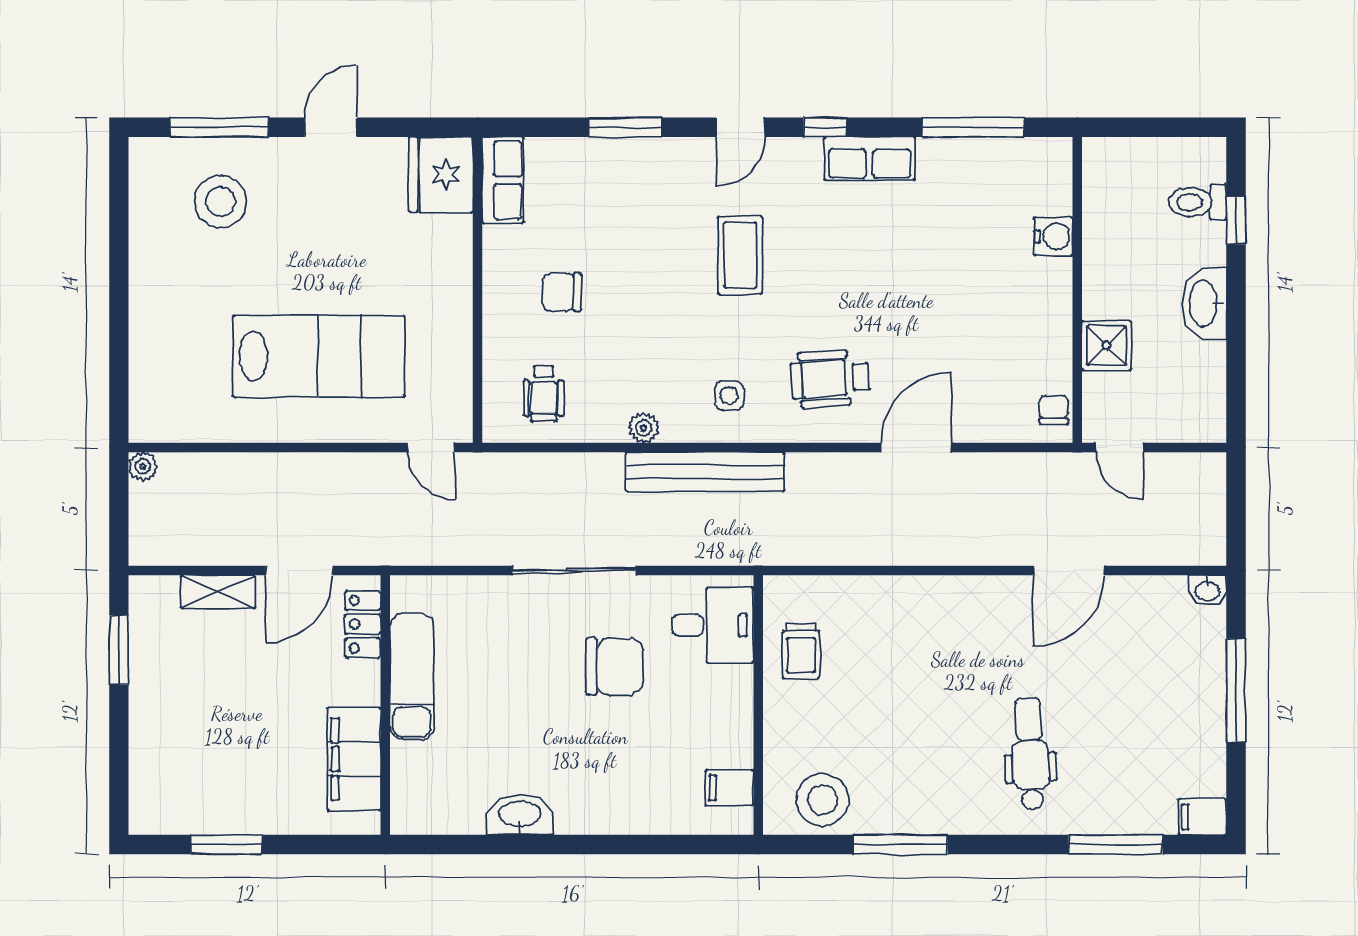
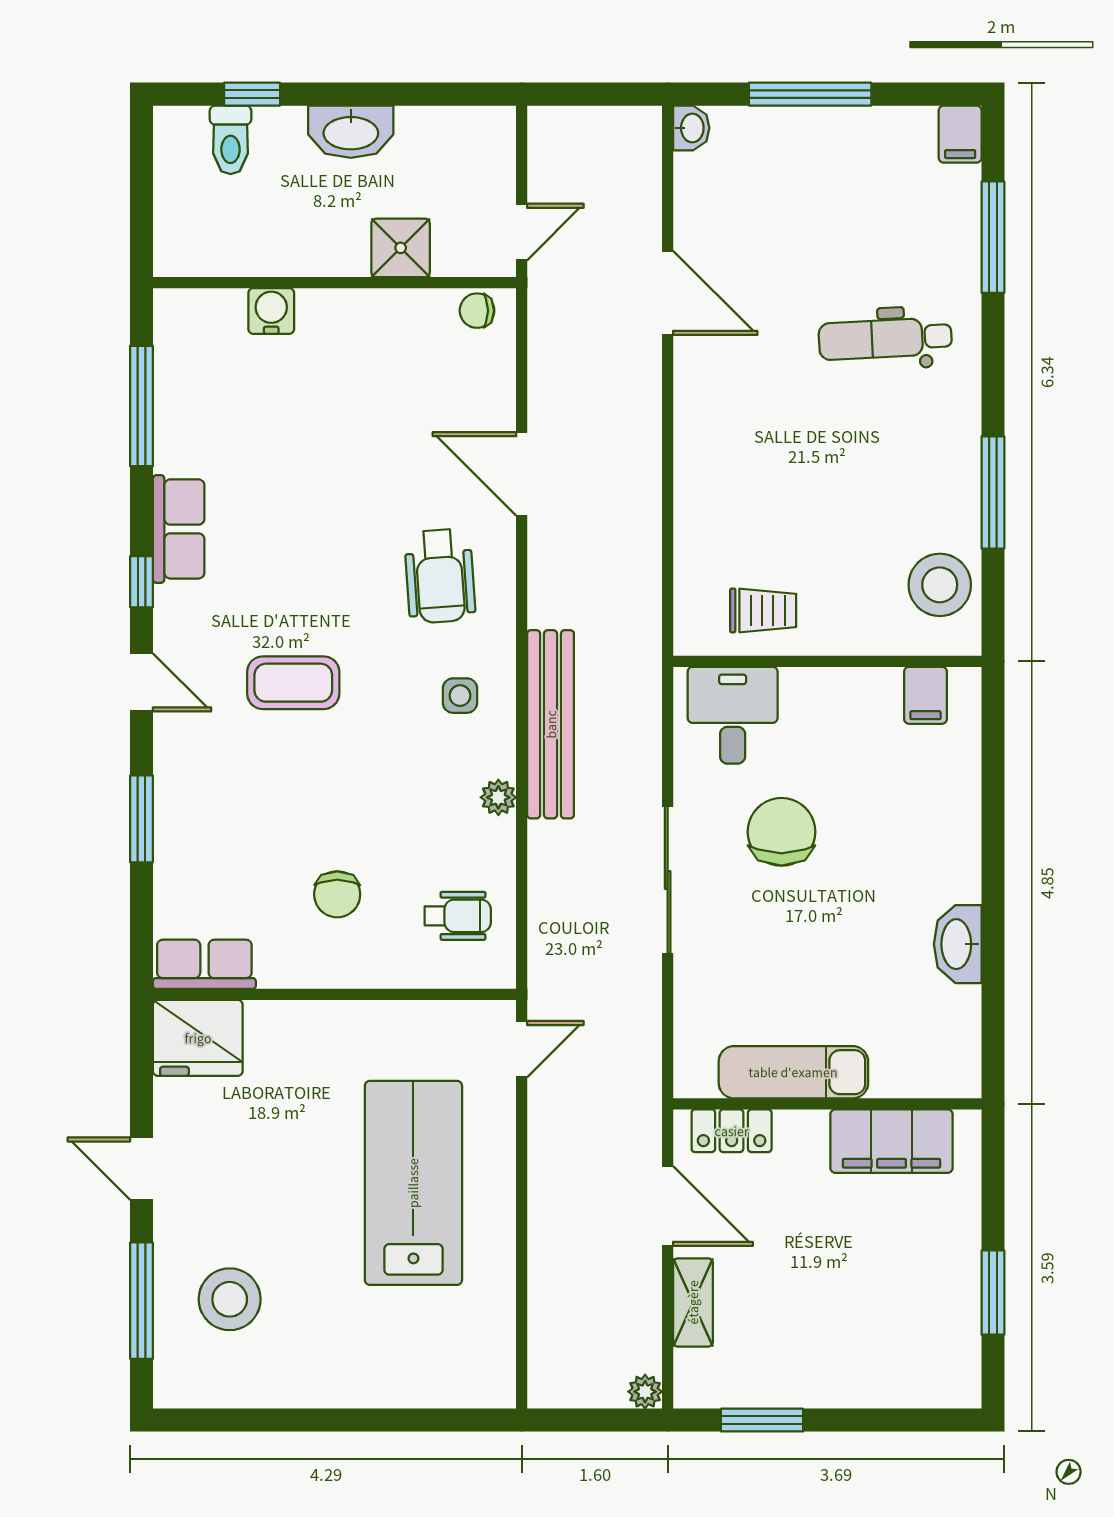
plant: (143, 466) -> (645, 1392), moved

